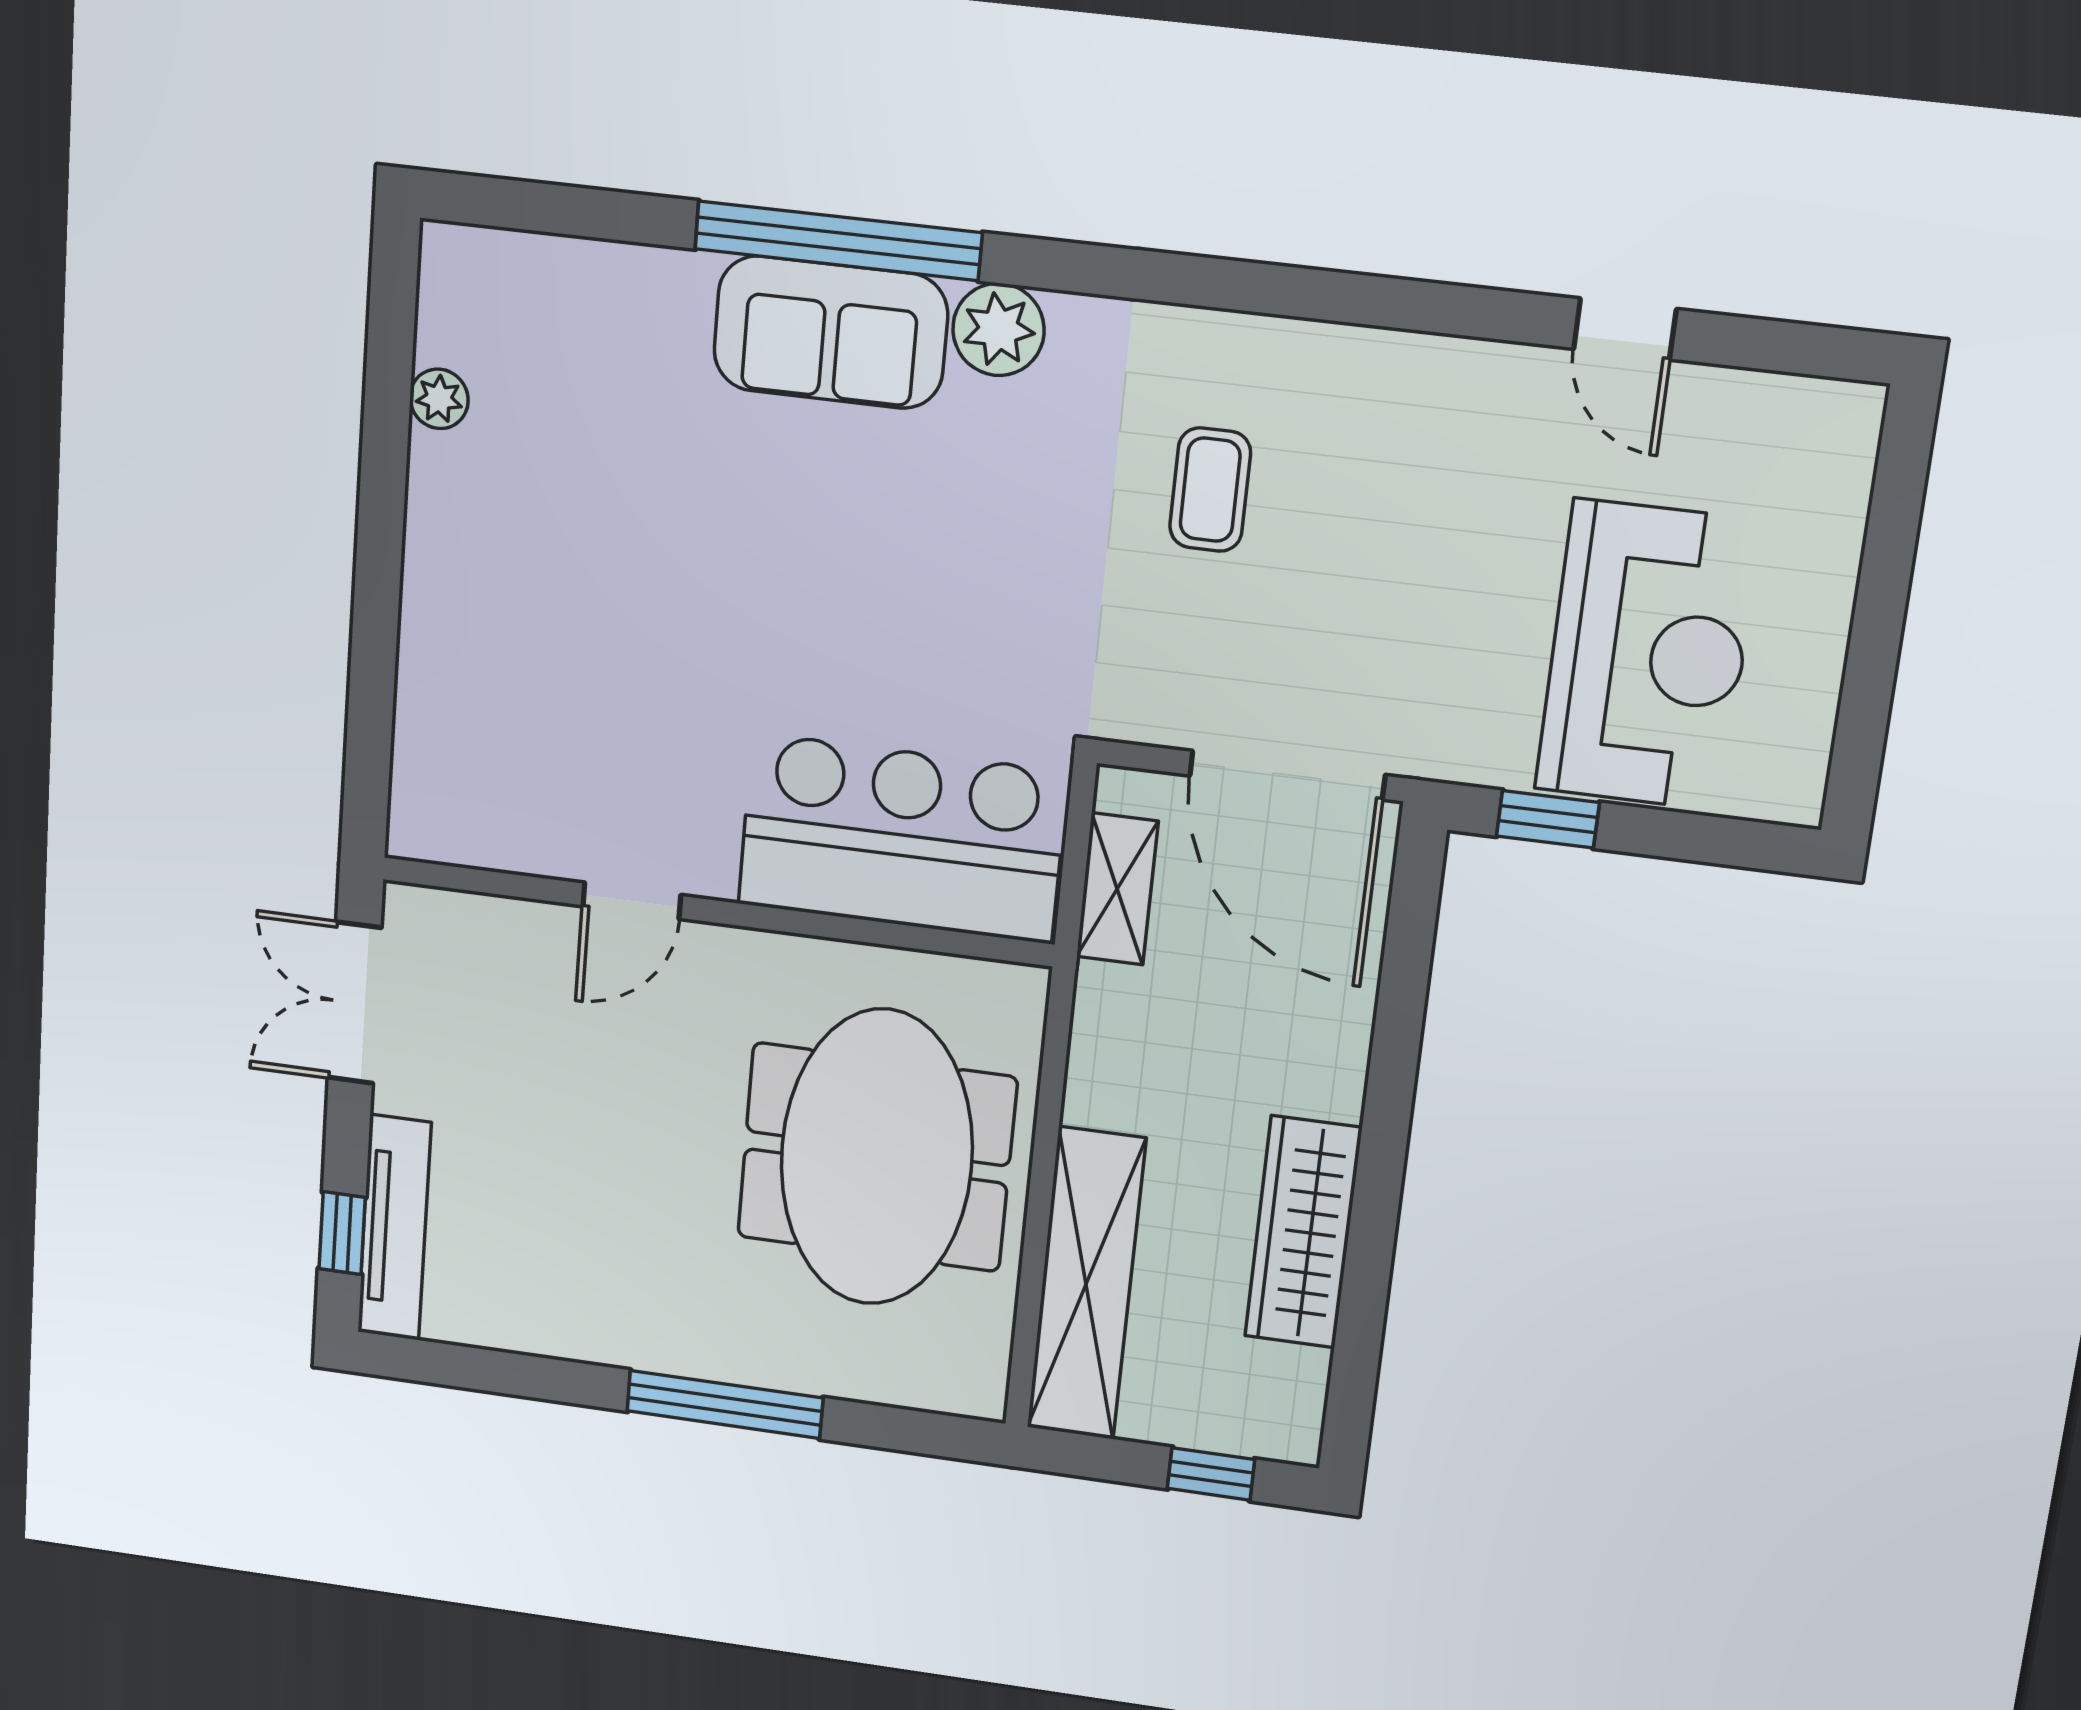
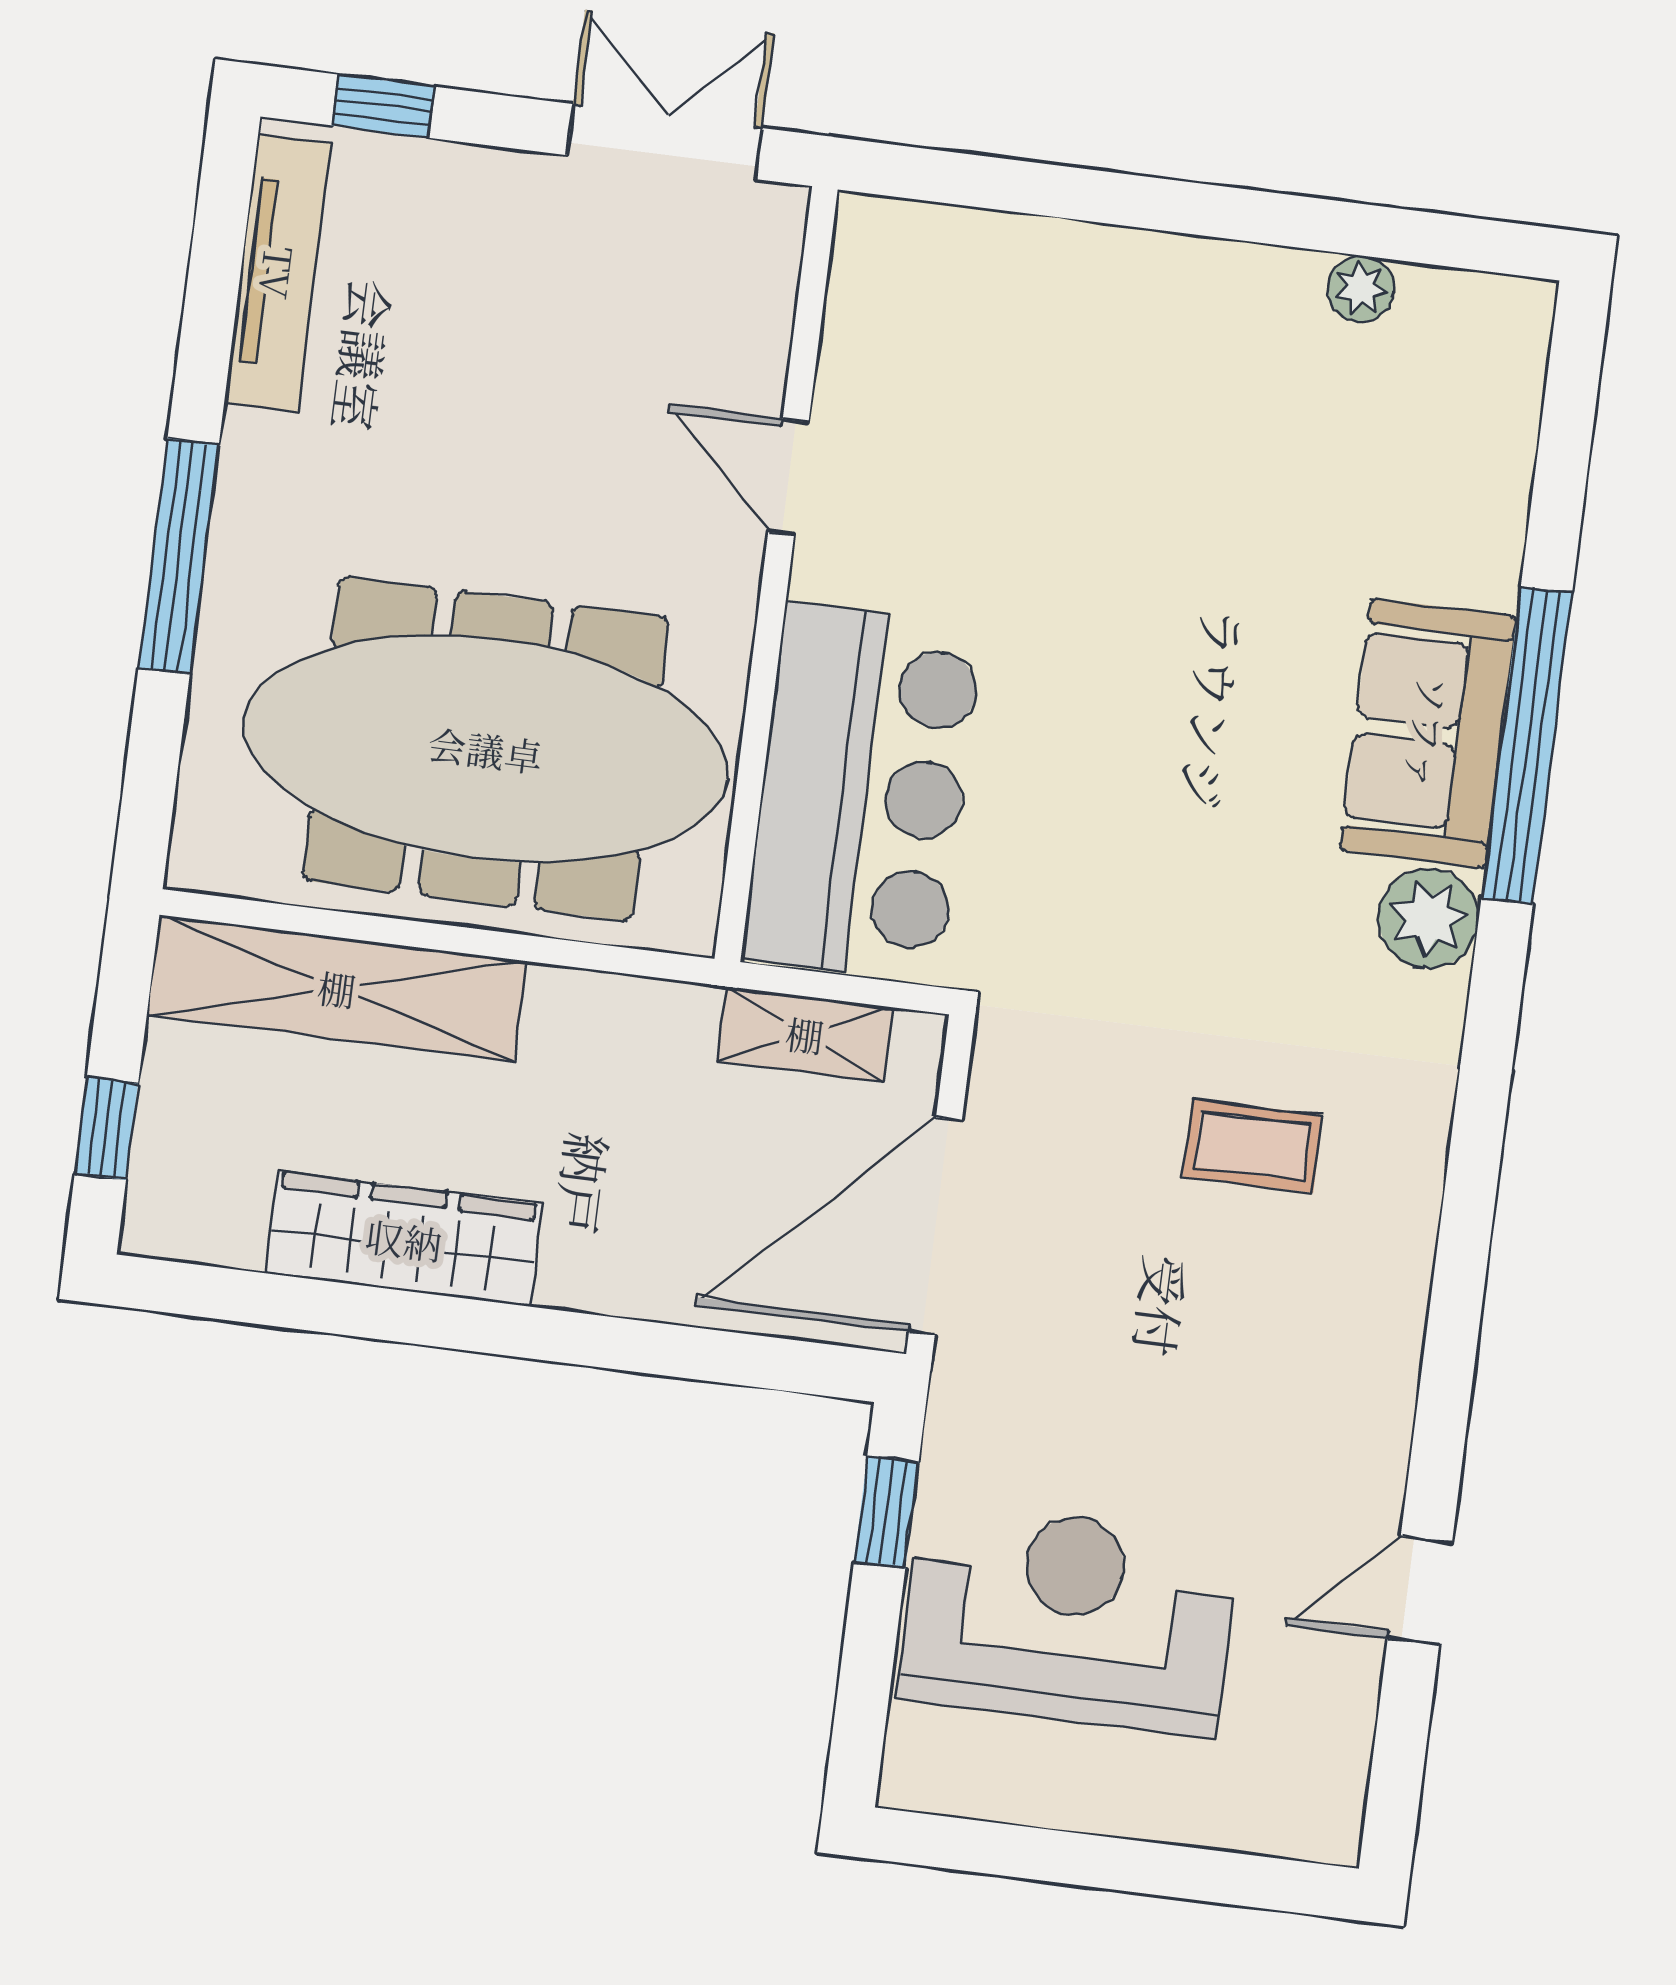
reception desk: (1648, 656) -> (1068, 1618), turned 180
meeting table: (877, 1157) -> (486, 749), width x1.36
tv unit: (394, 1228) -> (278, 273), moved, turned -90

